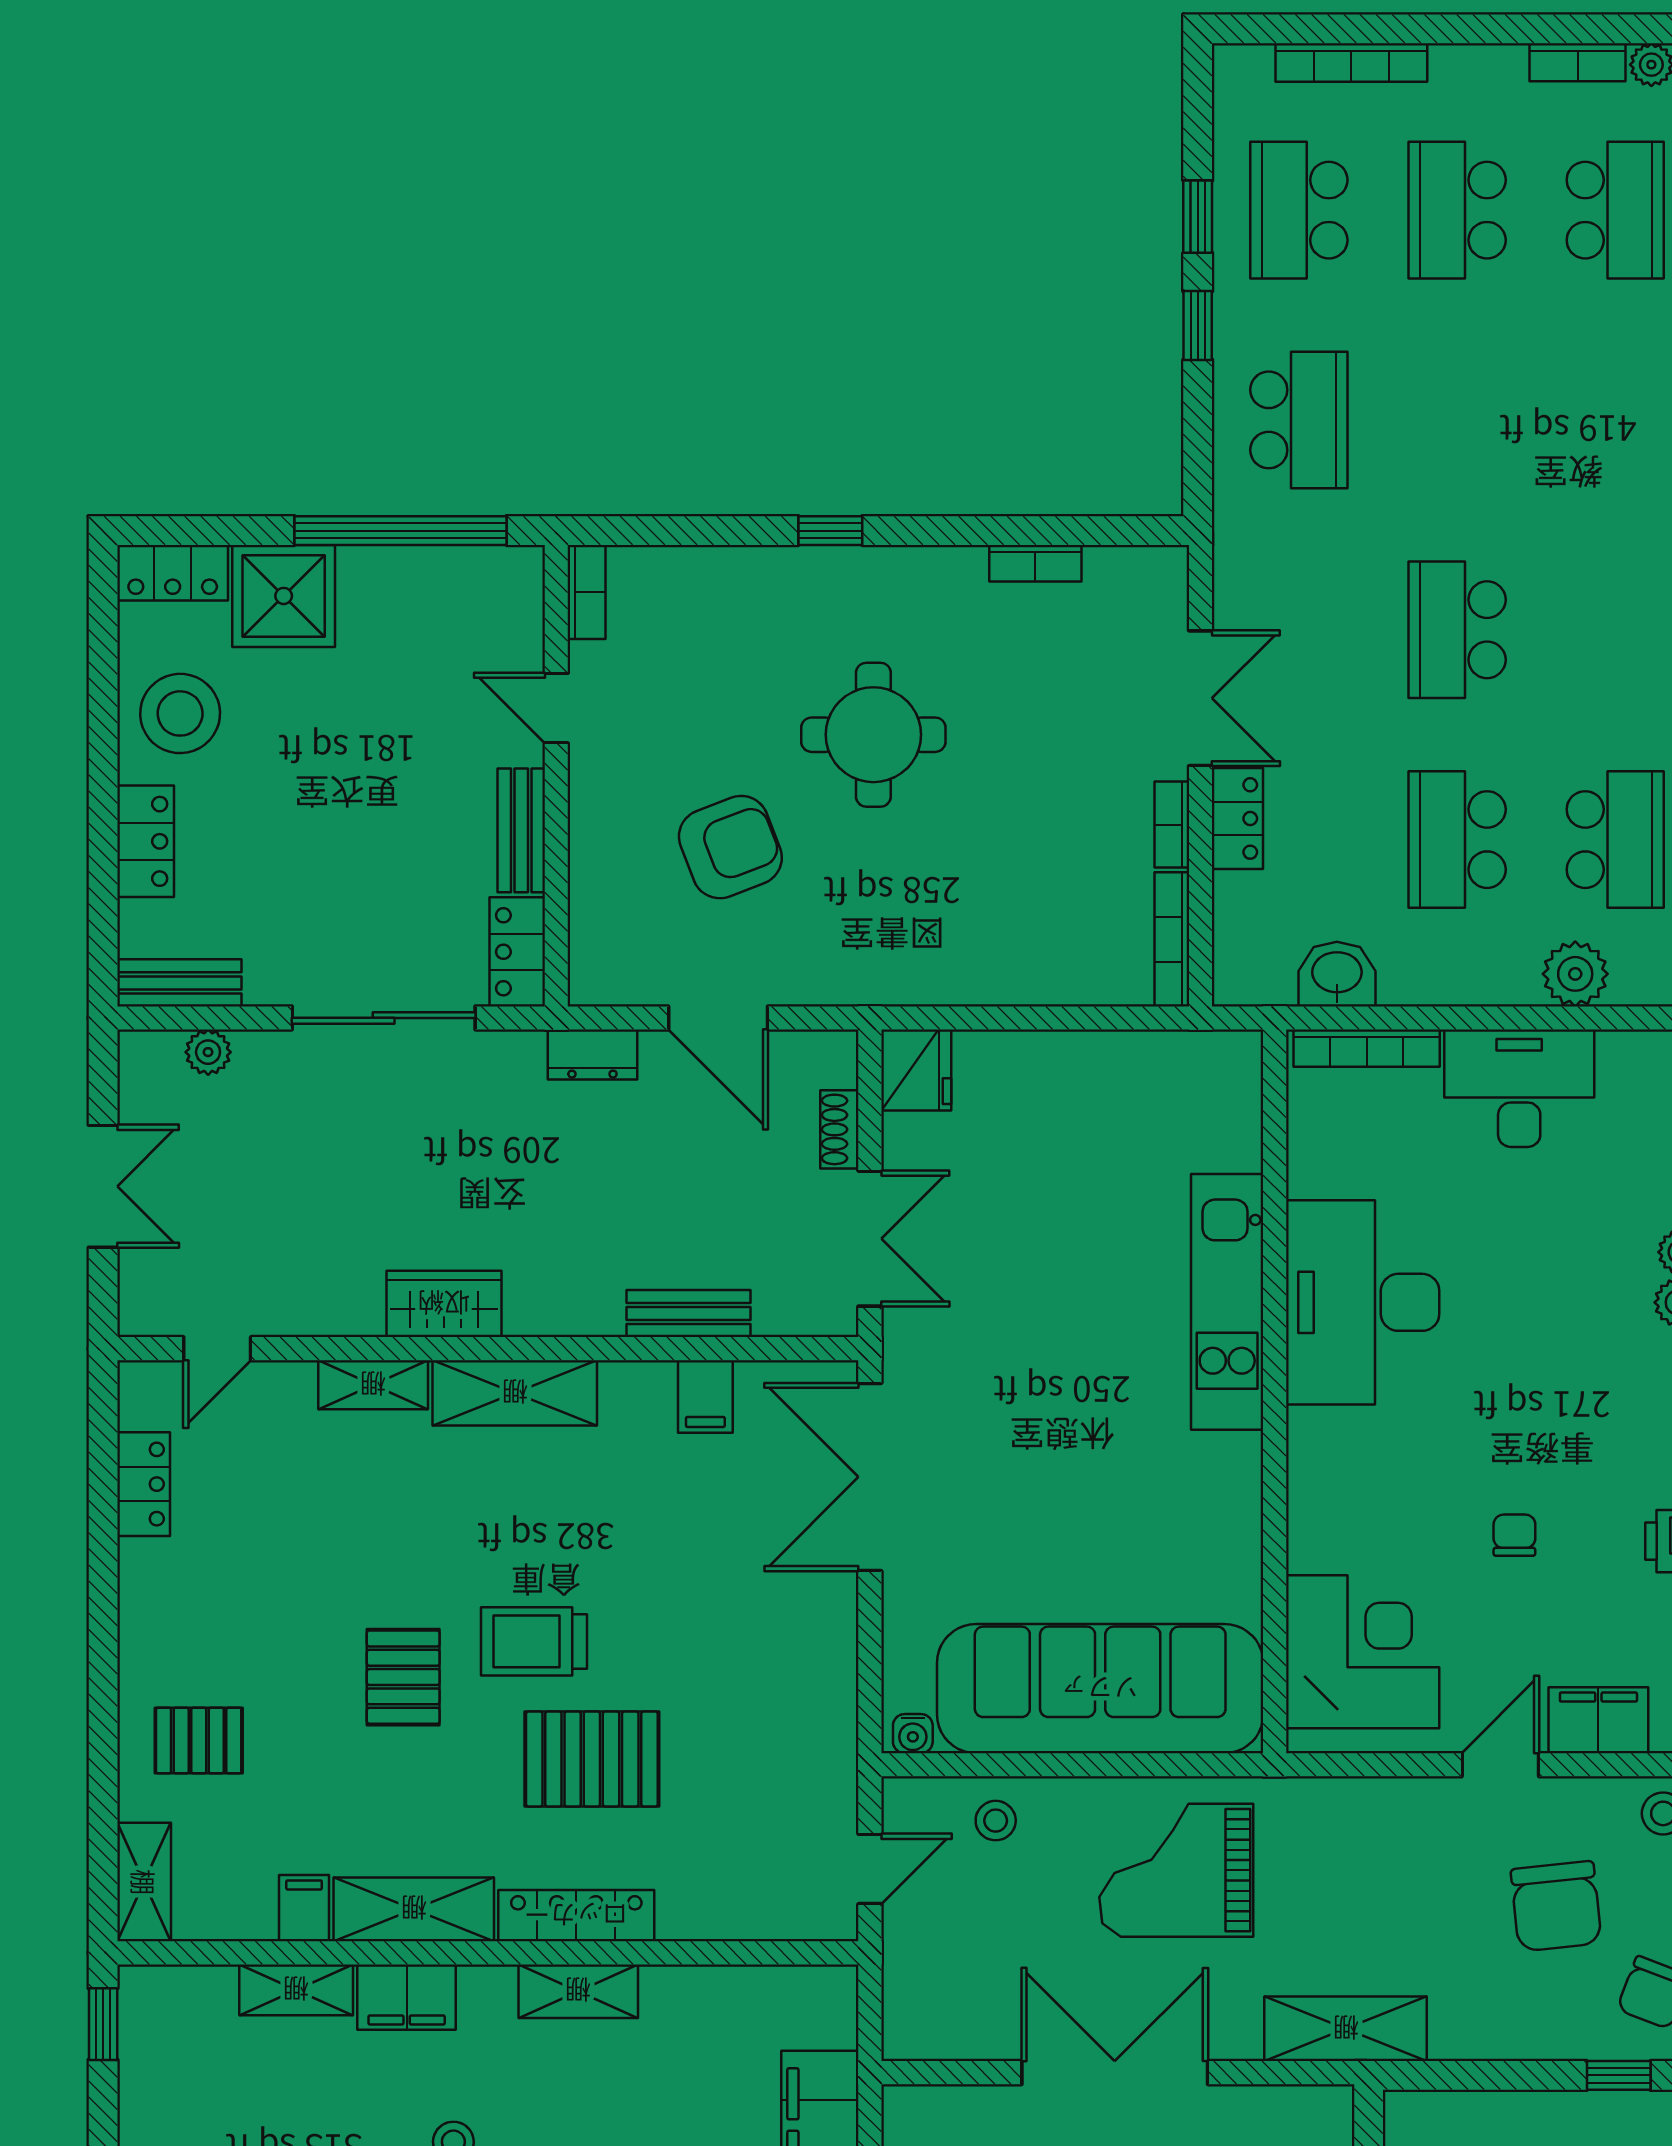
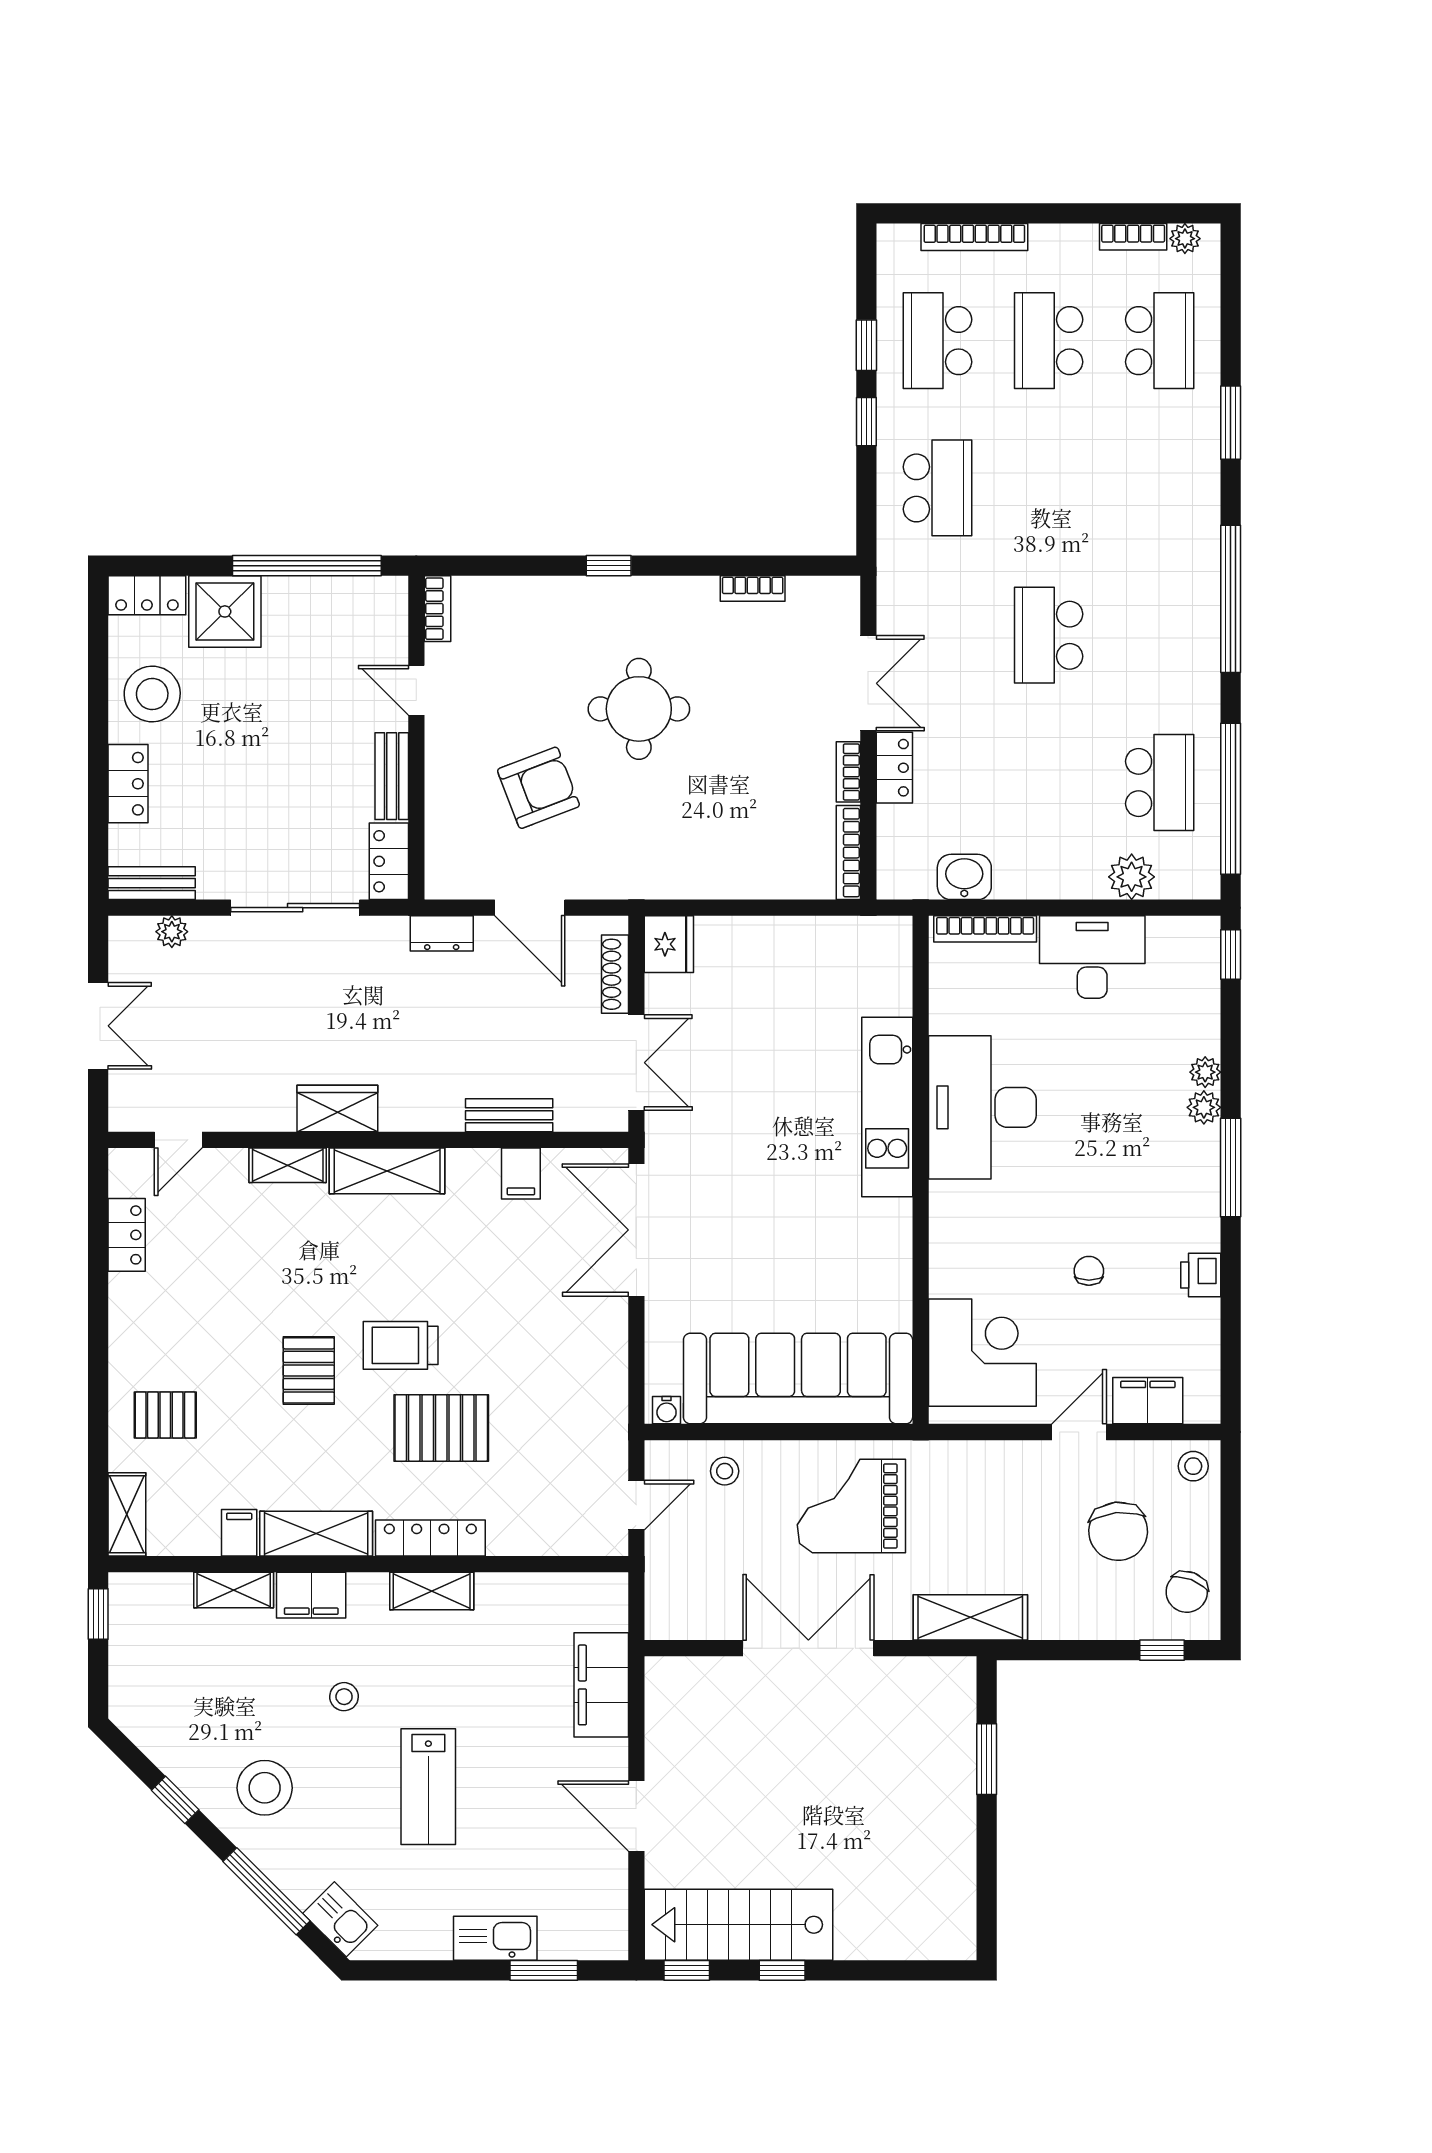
school desk: (1457, 840) -> (1049, 783), removed
shoe rack: (839, 1129) -> (615, 974), width x1.43

